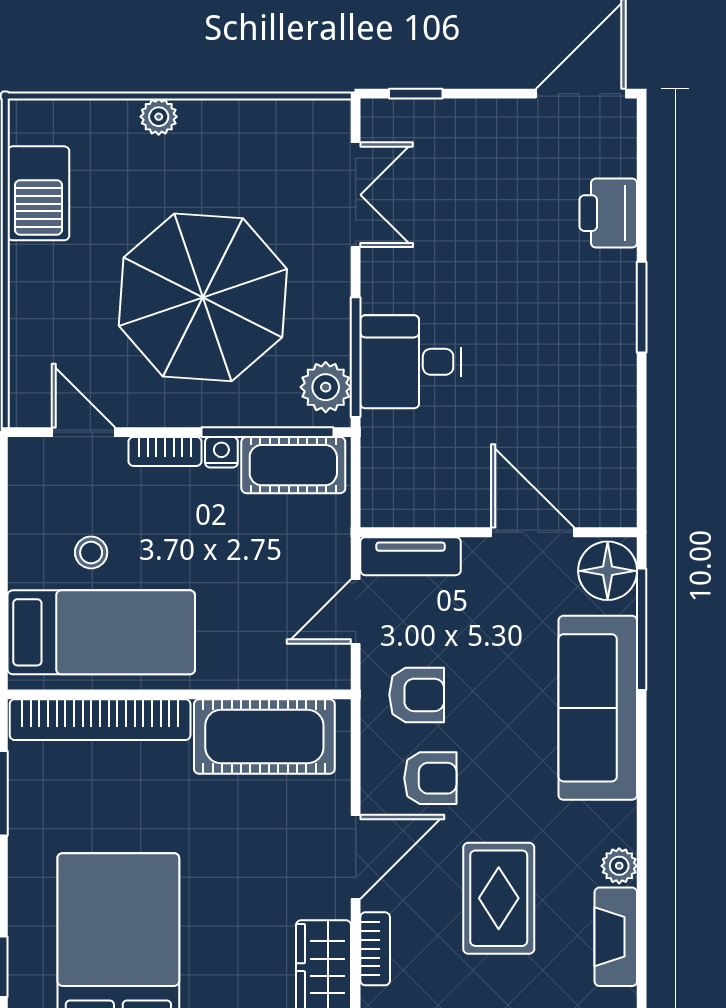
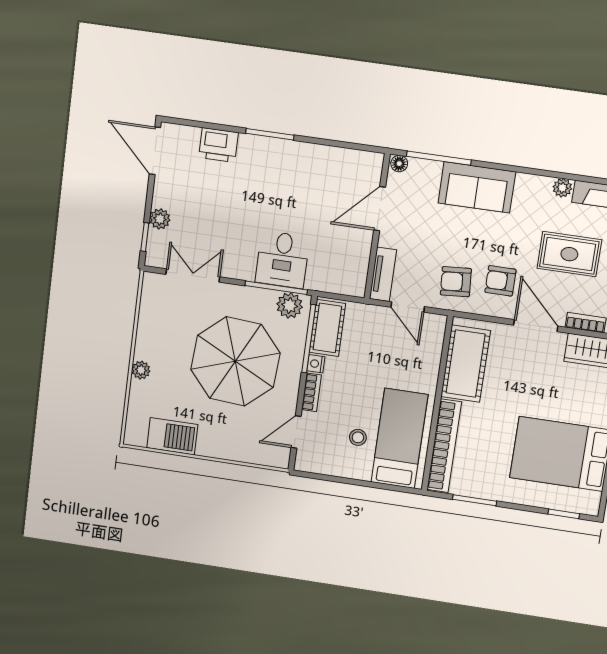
plant: (454, 118) -> (160, 219), added
floor lamp: (608, 571) -> (399, 164), width x0.53, depth x0.53
armchair: (417, 695) -> (456, 282), turned -94
sofa: (598, 708) -> (477, 187), width x0.73
armchair: (430, 778) -> (500, 281), turned -90

